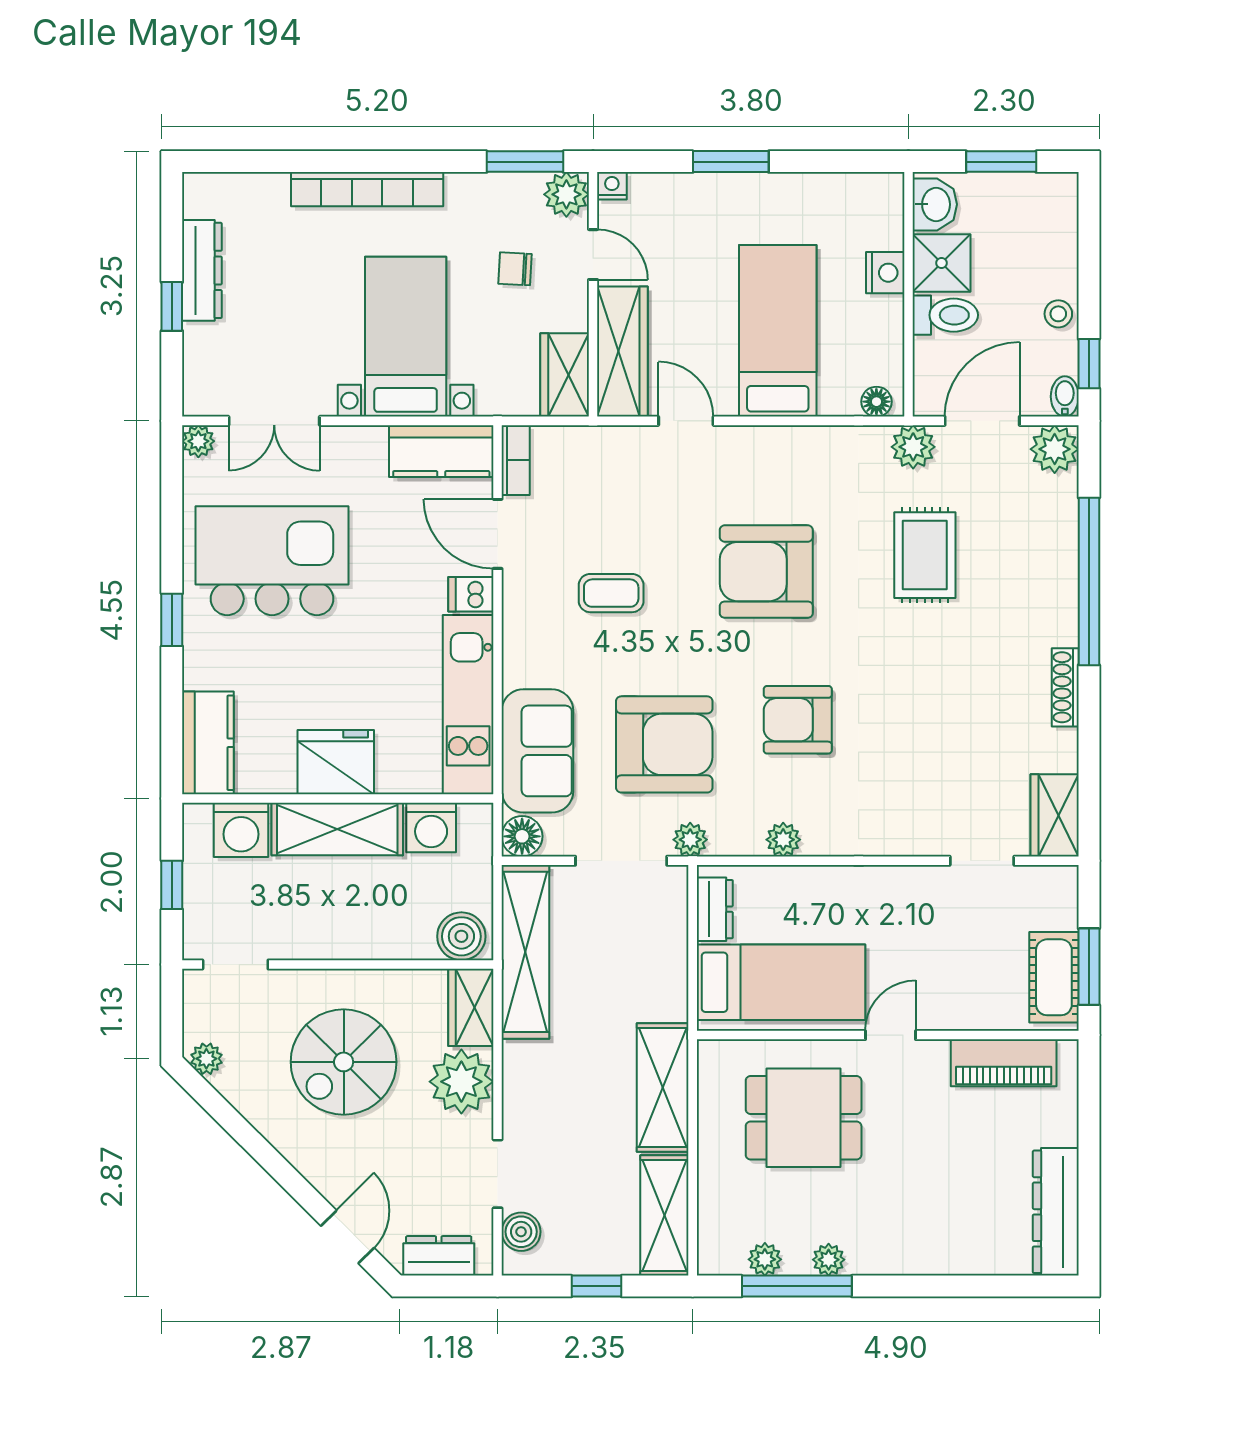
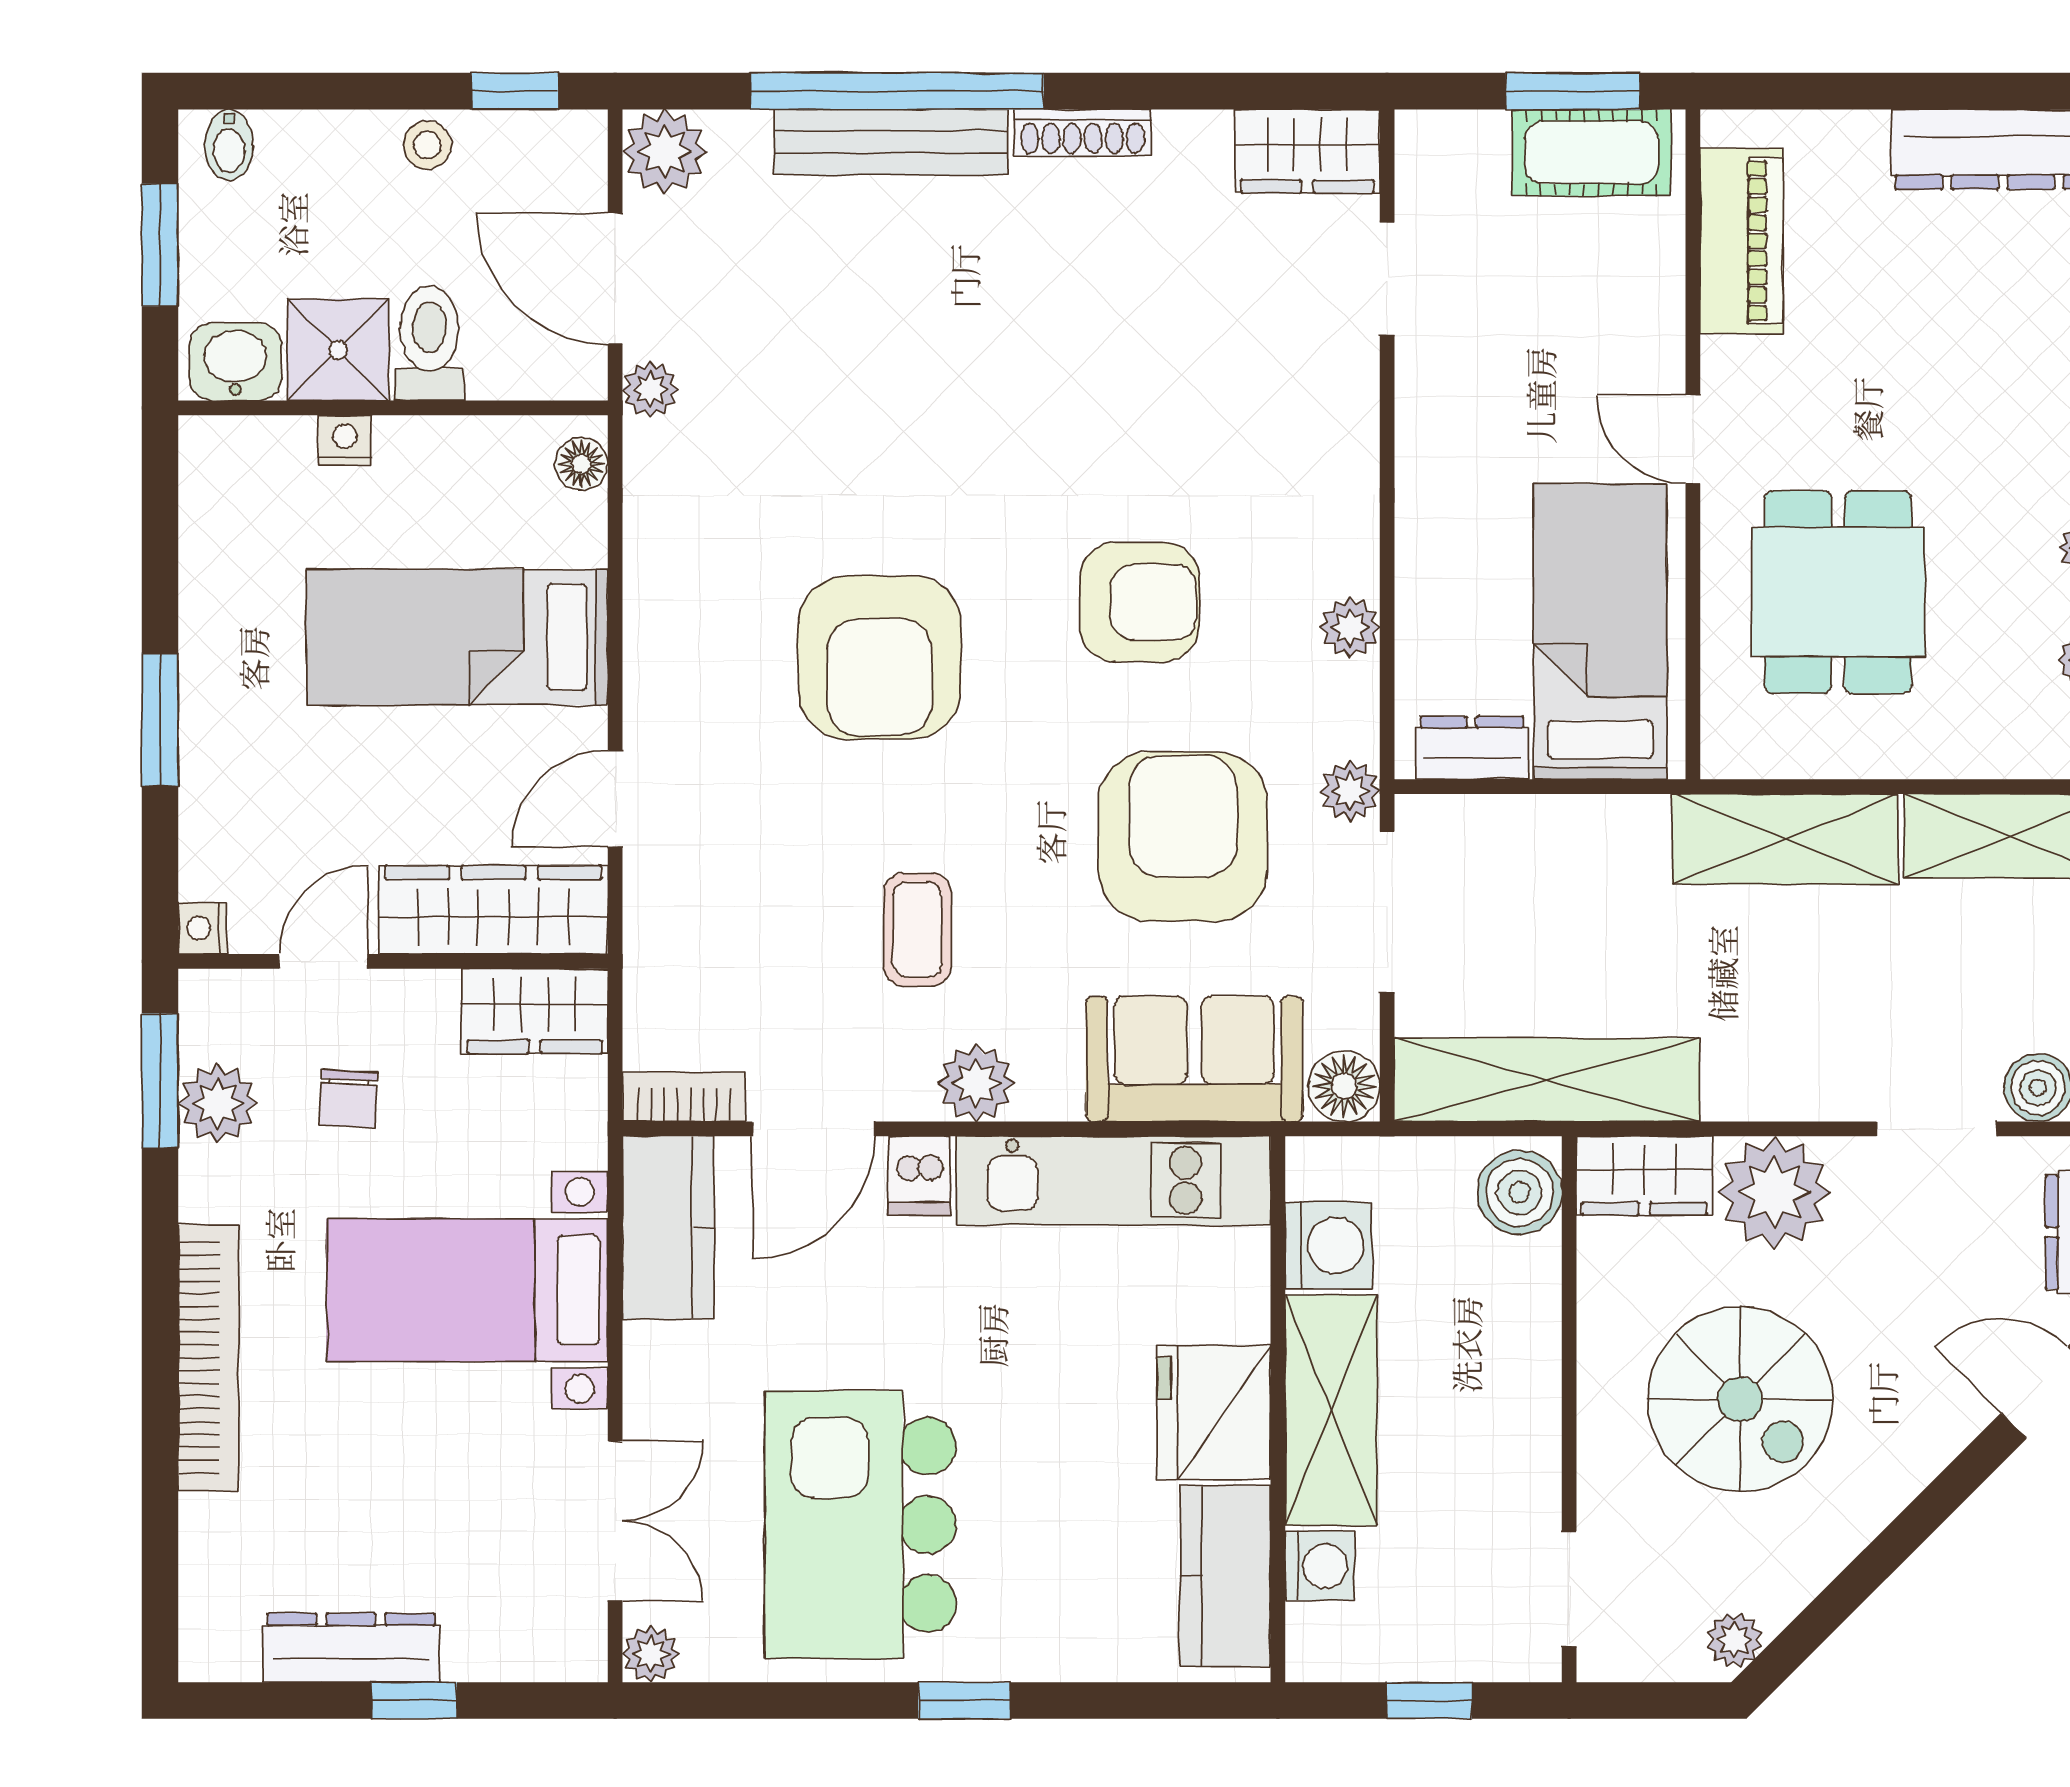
plant: (566, 194) -> (218, 1103), moved
nightstand: (885, 273) -> (345, 440), width x0.72, depth x0.74
bidet: (1065, 396) -> (229, 145), moved, turned -90
plant: (913, 447) -> (650, 389), width x0.73, depth x0.73
rug: (925, 555) -> (850, 379), removed
bench: (1060, 578) -> (891, 142), added
plant: (524, 627) -> (976, 1083), added
armchair: (798, 720) -> (1140, 602), turned -90
kitchen counter: (208, 743) -> (1225, 1576), moved, turned -90
washing machine: (241, 830) -> (1320, 1566), width x0.73, depth x0.73

